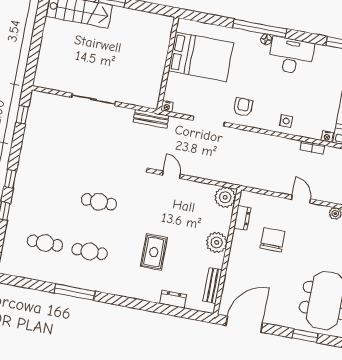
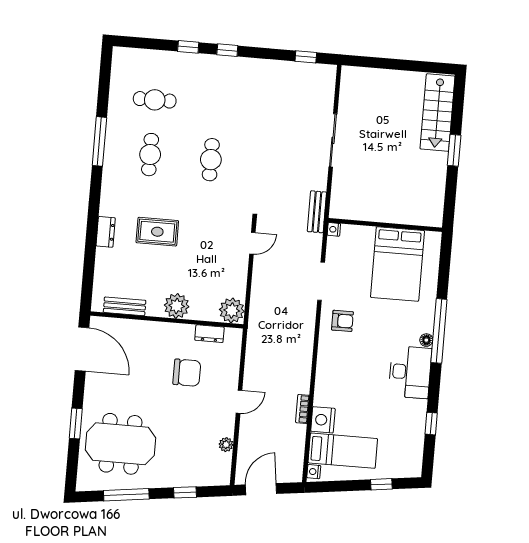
side table: (286, 121) -> (331, 374), removed
nightstand: (327, 137) -> (323, 420), width x1.89, depth x1.79
cafe table: (45, 243) -> (155, 100), turned 90
dresser: (173, 299) -> (106, 232), moved

